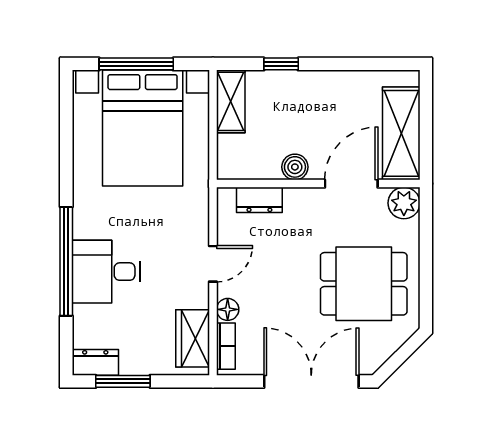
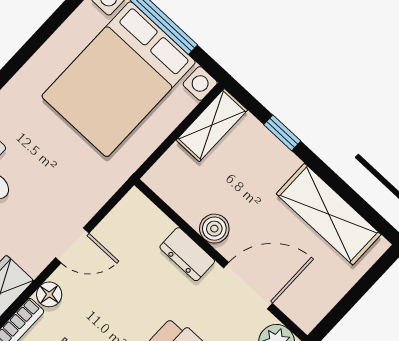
shelving: (401, 133) -> (329, 214), moved, turned 90
dresser: (259, 200) -> (187, 254), moved

